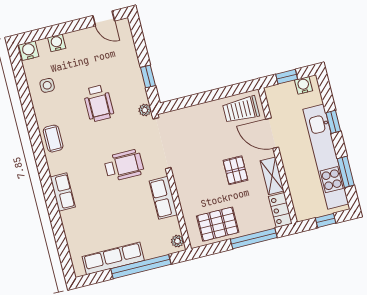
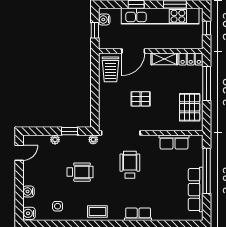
pallet: (235, 170) -> (141, 99), moved
row of seats: (163, 198) -> (174, 142), moved
plant: (177, 241) -> (55, 140), moved

